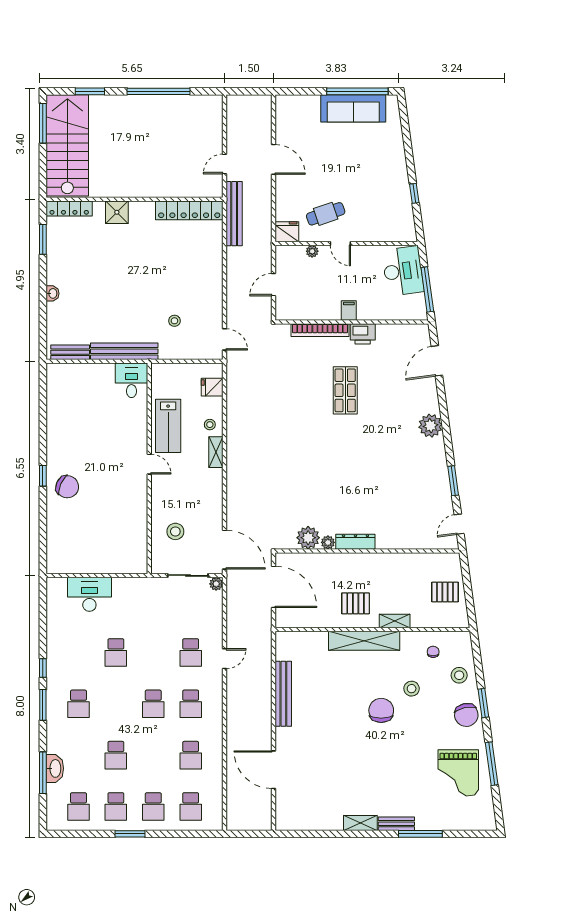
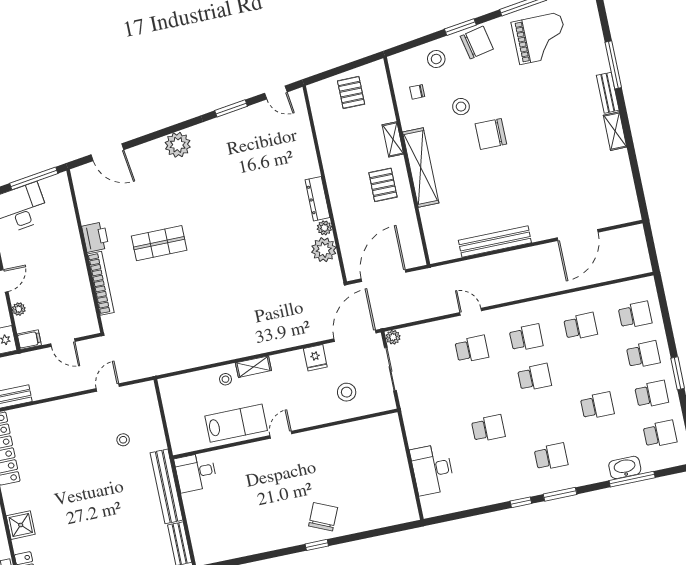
filing cabinet: (349, 310) -> (29, 340), moved, turned 180
door: (225, 339) -> (108, 388), moved
fridge: (212, 387) -> (315, 358), moved

